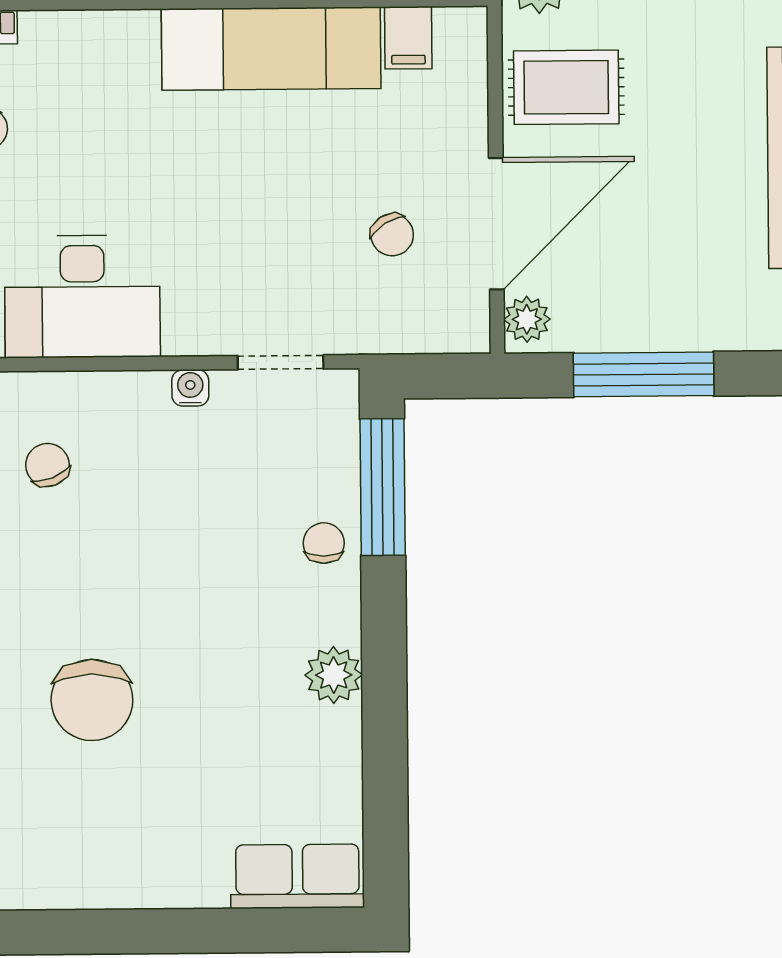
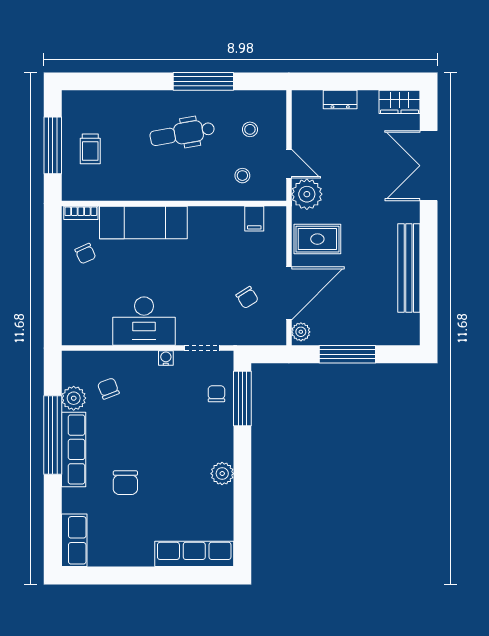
exam couch: (271, 49) -> (143, 223), moved
desk: (82, 297) -> (144, 321), moved
chair: (324, 543) -> (216, 394), moved
chair: (92, 700) -> (125, 483), width x0.73, depth x0.73
row of seats: (297, 876) -> (194, 554), width x1.48

